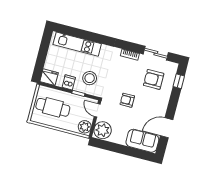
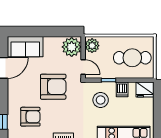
armchair: (127, 100) -> (53, 87), width x1.88, depth x1.88

